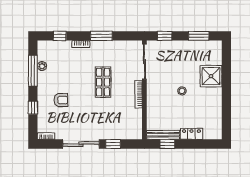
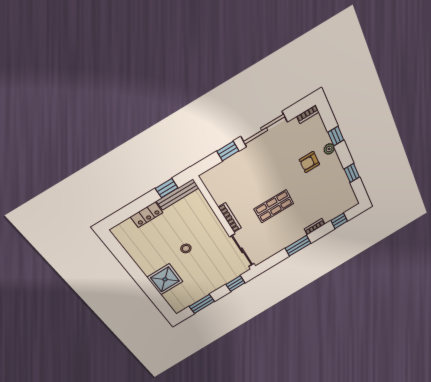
plant: (42, 66) -> (329, 149), moved
window: (33, 71) -> (352, 173), width x0.46
shop shelf: (103, 82) -> (274, 206), turned 90

